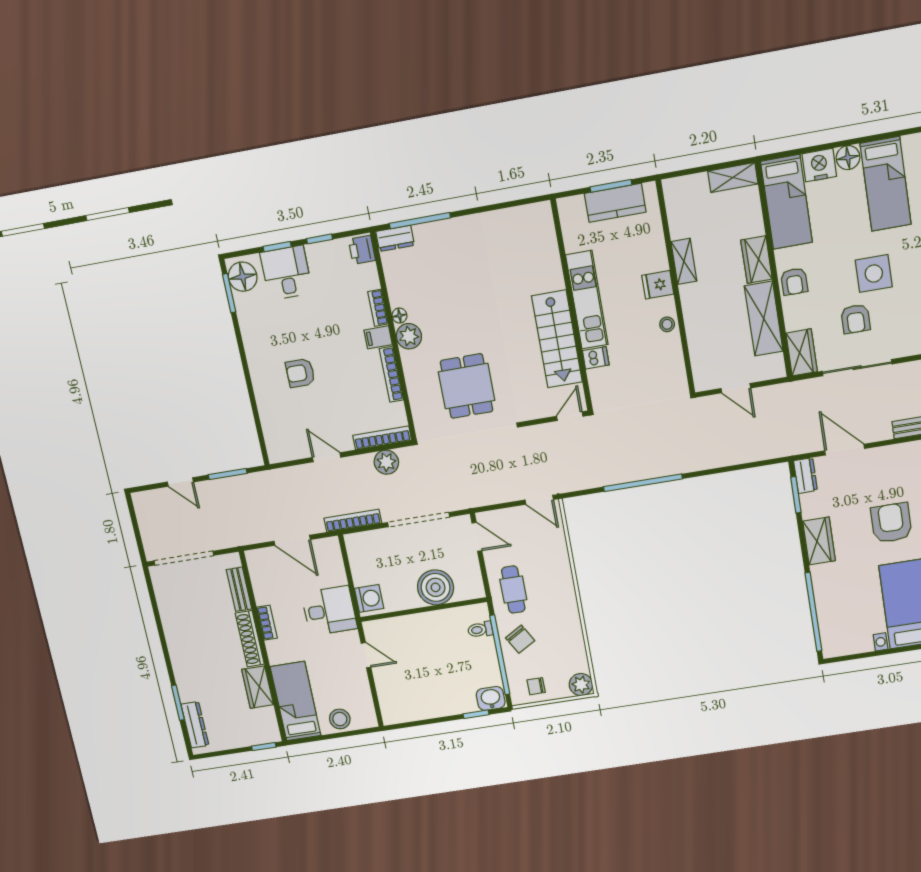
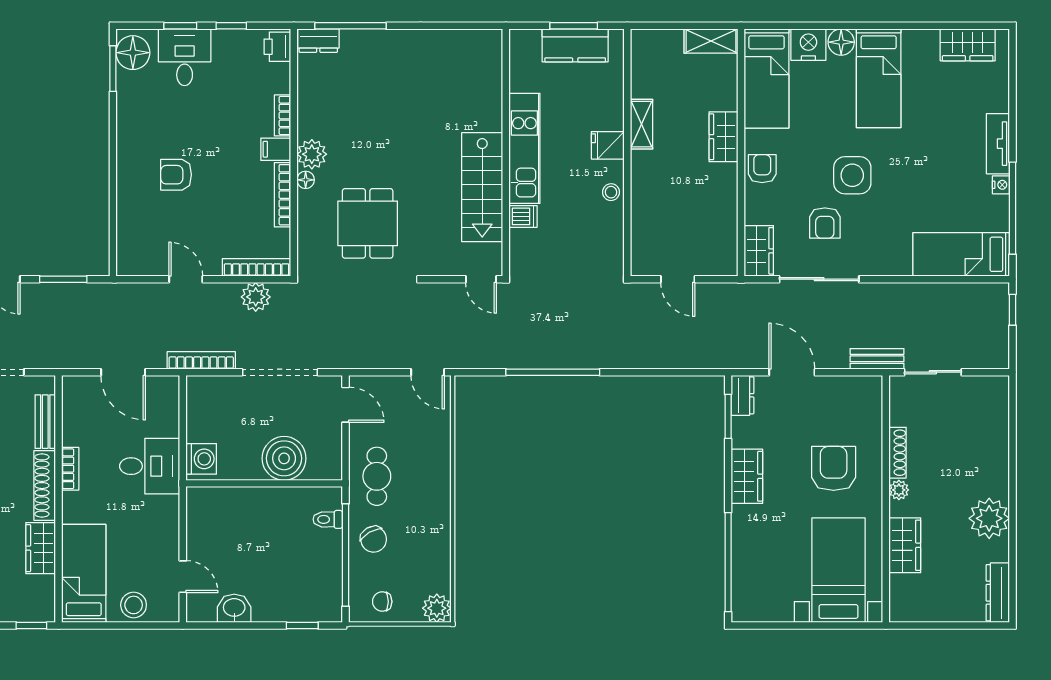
armchair: (794, 281) -> (762, 169), turned 180
floor lamp: (399, 316) -> (306, 180), moved
shelving: (764, 319) -> (722, 205), removed
door: (570, 416) -> (481, 279), swing flipped
door: (366, 655) -> (183, 577), moved
washbasin: (491, 698) -> (234, 608), moved

